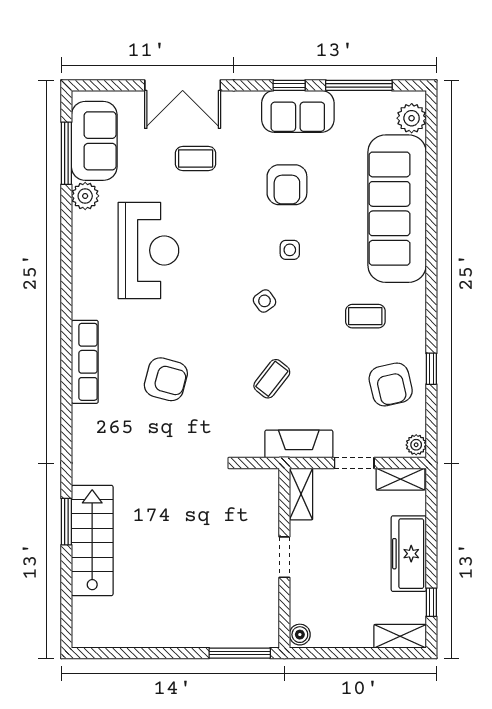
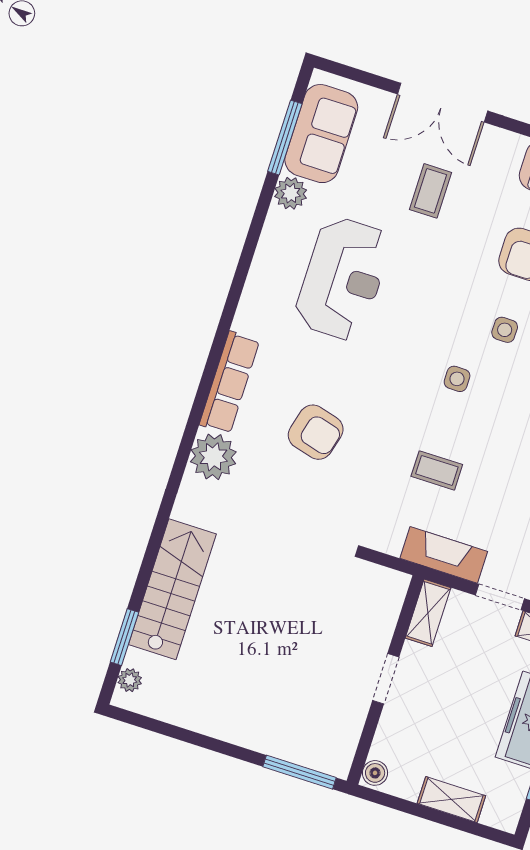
coffee table: (196, 159) -> (430, 191), turned 90
side table: (265, 301) -> (457, 379), turned 35
coffee table: (272, 379) -> (437, 470), turned 52
plant: (91, 425) -> (213, 457), added
window: (66, 522) -> (124, 637), moved
plant: (82, 623) -> (130, 680), added
shelving: (400, 636) -> (451, 800), moved

